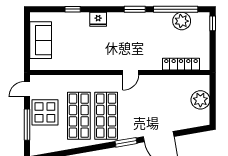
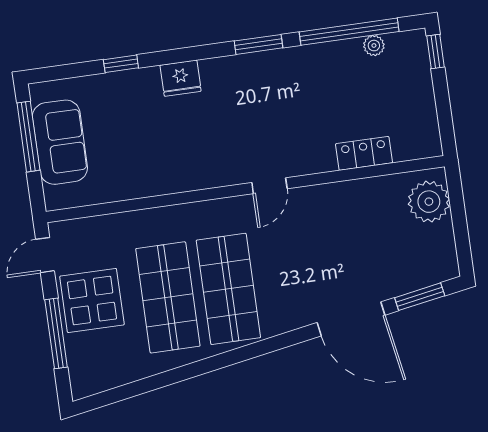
plant: (182, 21) -> (374, 46), width x0.53, depth x0.53
window: (27, 36) -> (28, 137), added
locker: (181, 64) -> (364, 153), width x0.66
plant: (200, 100) -> (429, 202), moved
window: (126, 142) -> (420, 297), moved

